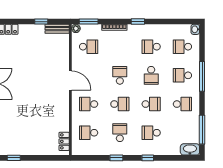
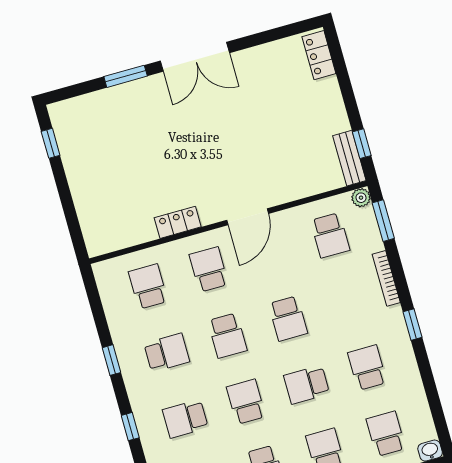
window: (41, 22) -> (362, 144), moved
school desk: (120, 75) -> (288, 319), turned 90
school desk: (151, 104) -> (246, 402), turned 180
school desk: (151, 133) -> (185, 419), turned -90
locker: (64, 141) -> (178, 222), moved

